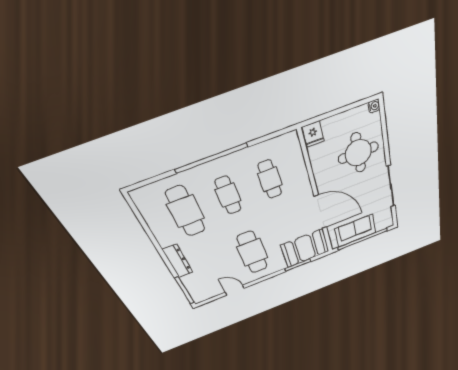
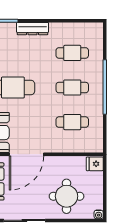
cafe table: (186, 211) -> (72, 53), width x0.73, depth x0.74

